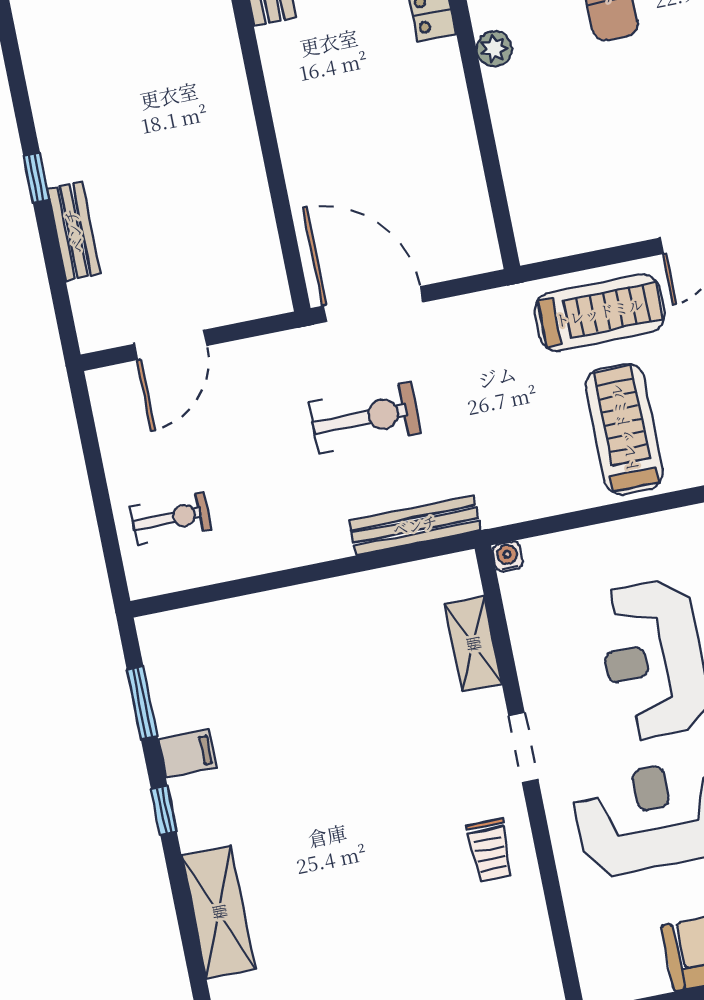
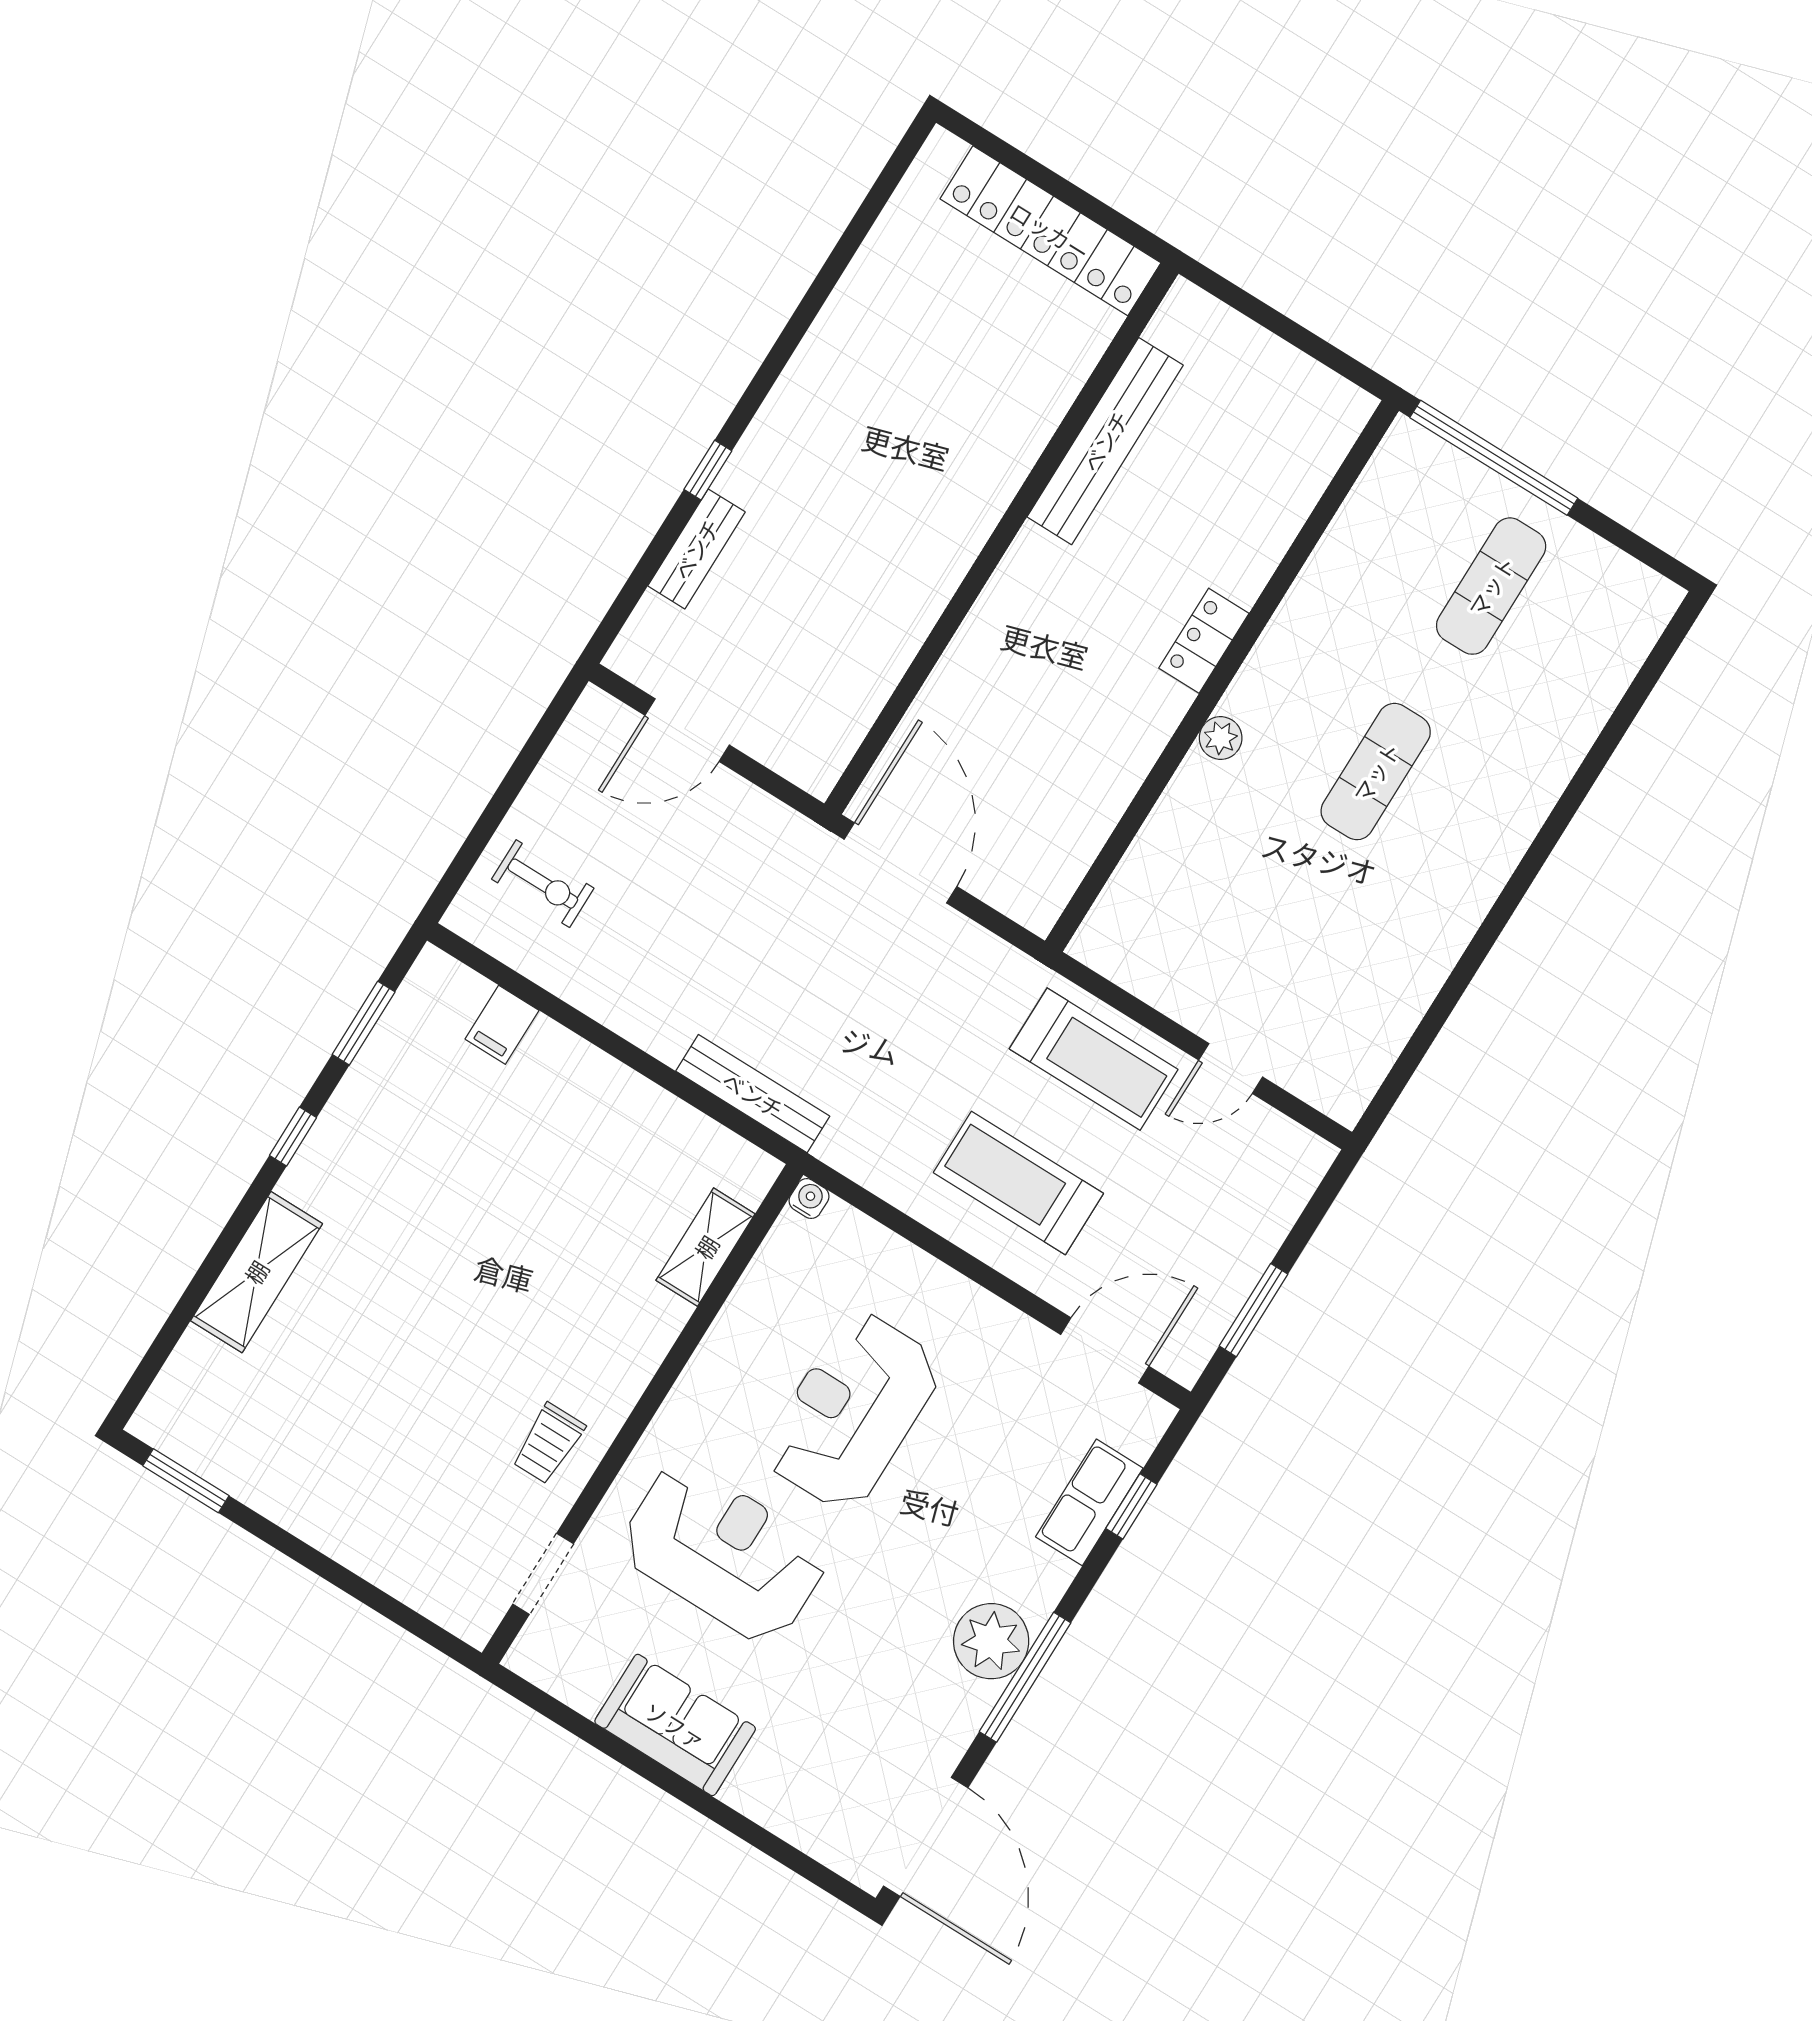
exercise bike: (365, 418) -> (798, 957), removed
treadmill: (624, 429) -> (1018, 1183), turned -90
doorway: (523, 748) -> (543, 1574), moved
filing cabinet: (188, 754) -> (502, 1025), moved, turned 90

